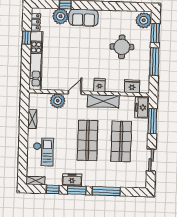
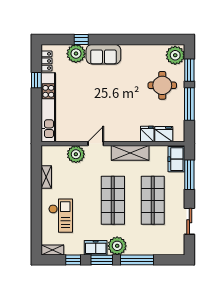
round table: (122, 47) -> (162, 85), moved
fridge: (99, 85) -> (147, 134), moved
plant: (90, 179) -> (117, 246), added

